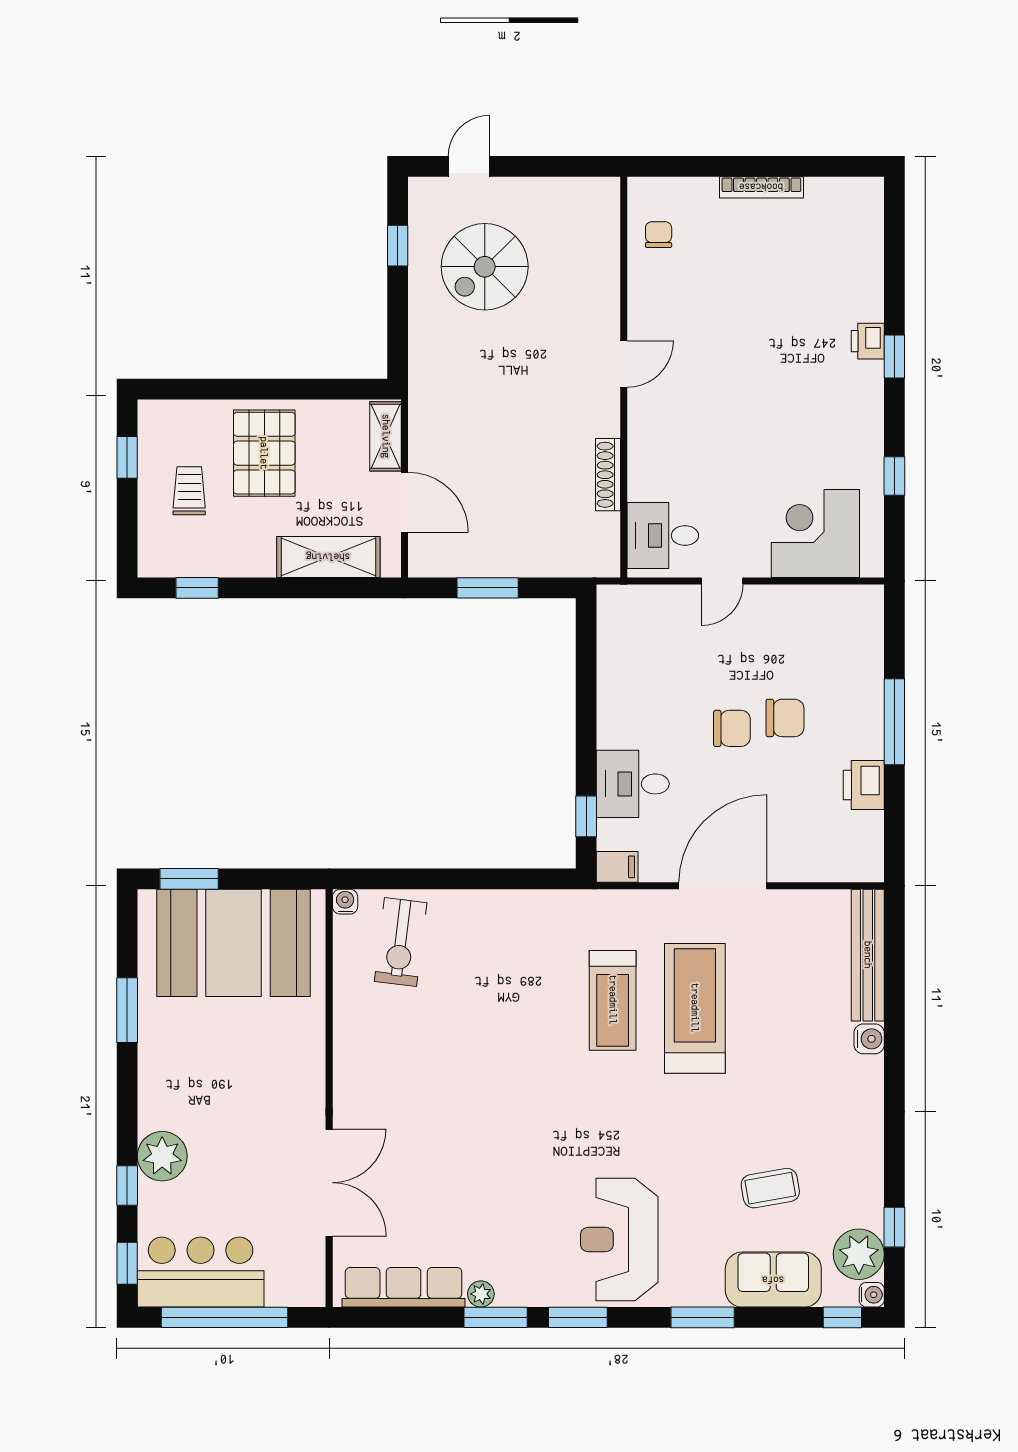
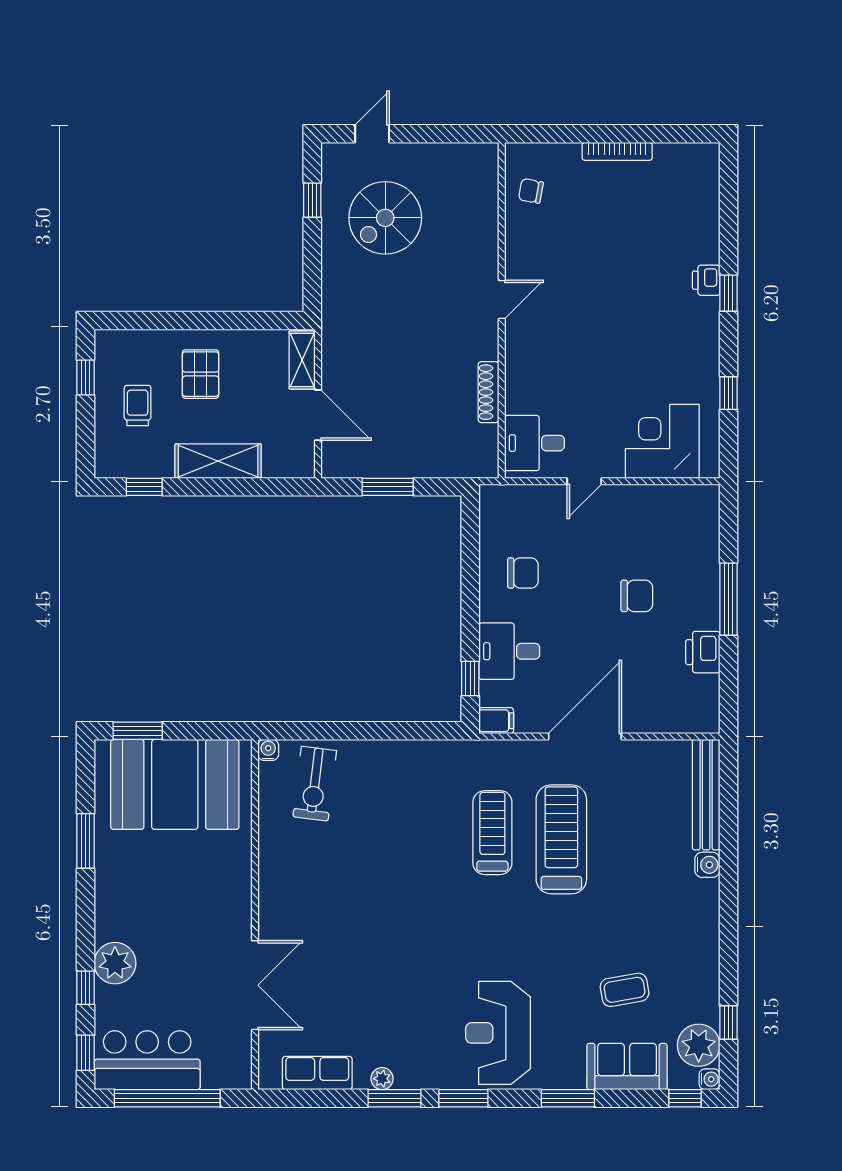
chair: (659, 235) -> (531, 191), turned -80
pallet: (264, 453) -> (201, 374), width x0.67, depth x0.71
shelving: (328, 557) -> (218, 461), moved
chair: (732, 728) -> (523, 573), moved
treadmill: (613, 1000) -> (492, 833), turned 180
row of seats: (404, 1287) -> (317, 1073), width x0.68

